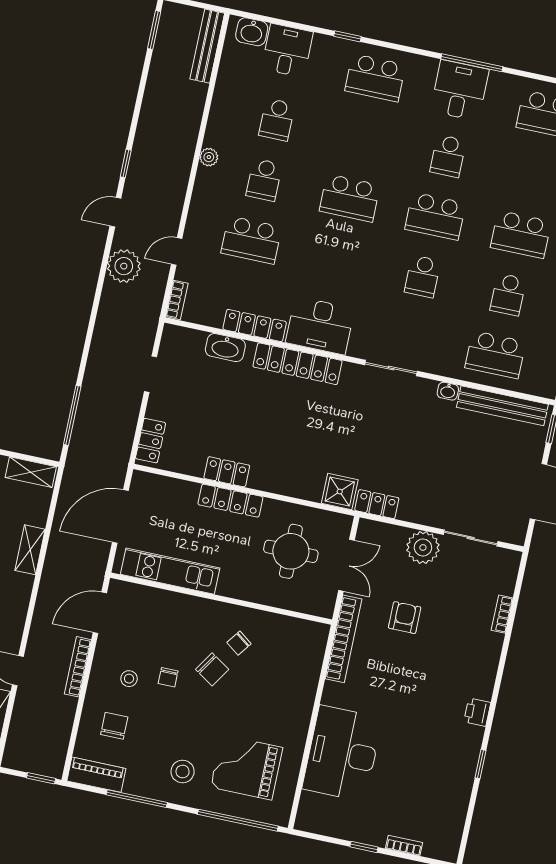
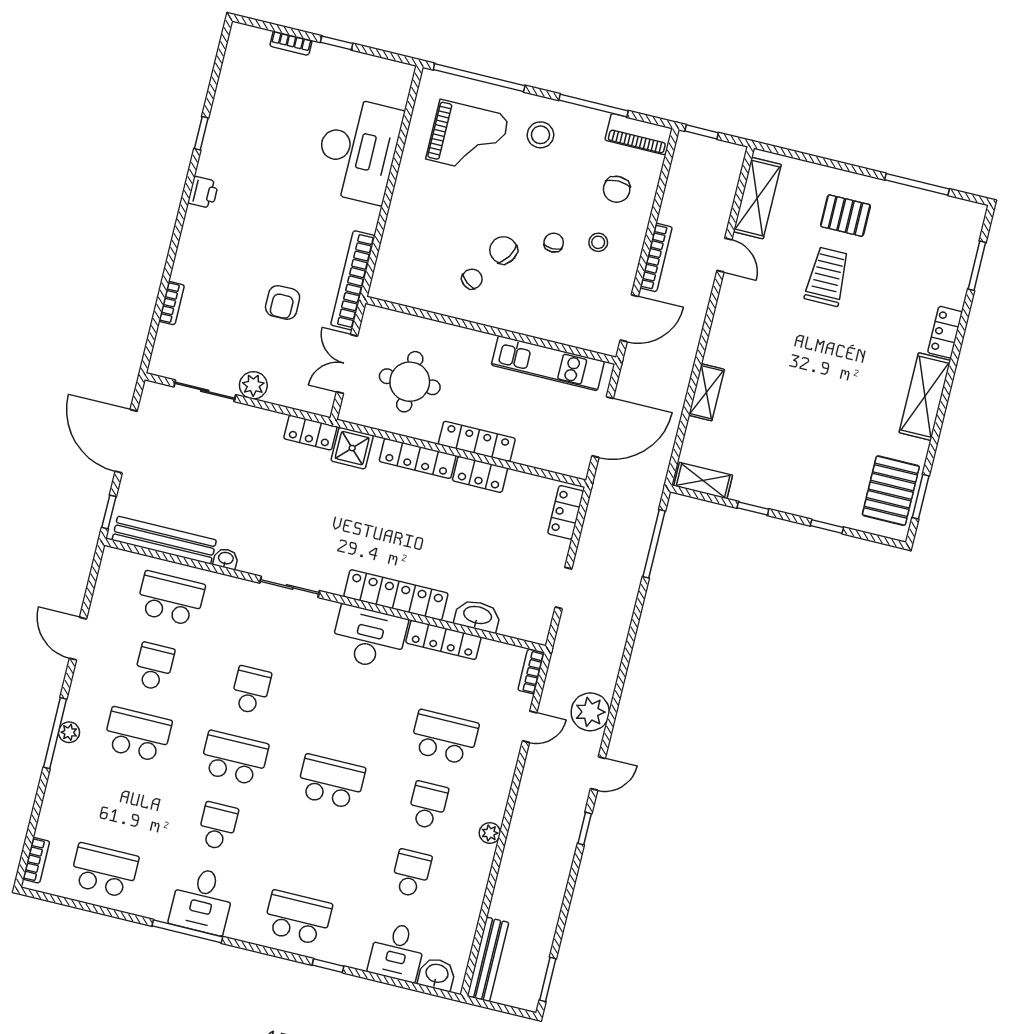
locker: (282, 484) -> (418, 458), added
plant: (423, 547) -> (253, 385), width x0.73, depth x0.73

